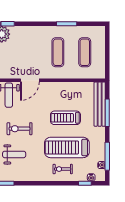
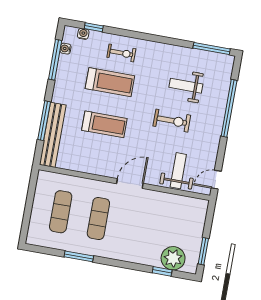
door: (30, 80) -> (130, 183), moved
treadmill: (67, 147) -> (110, 82), width x0.73, depth x0.73

